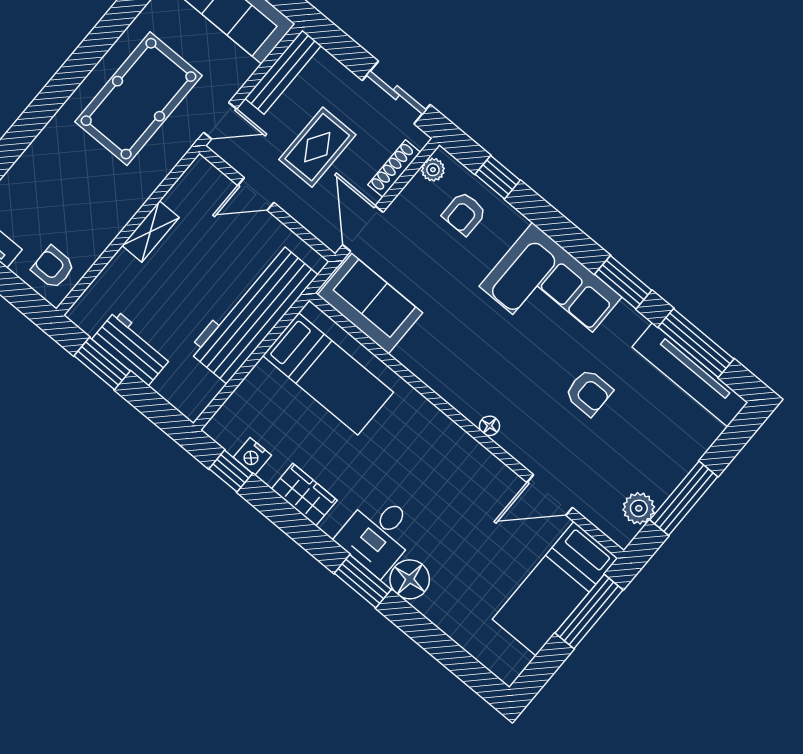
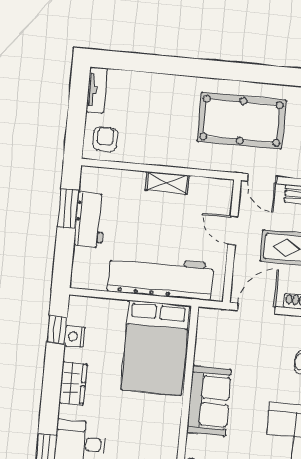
sofa: (370, 304) -> (209, 401), moved
bed: (328, 374) -> (155, 348), width x1.50

